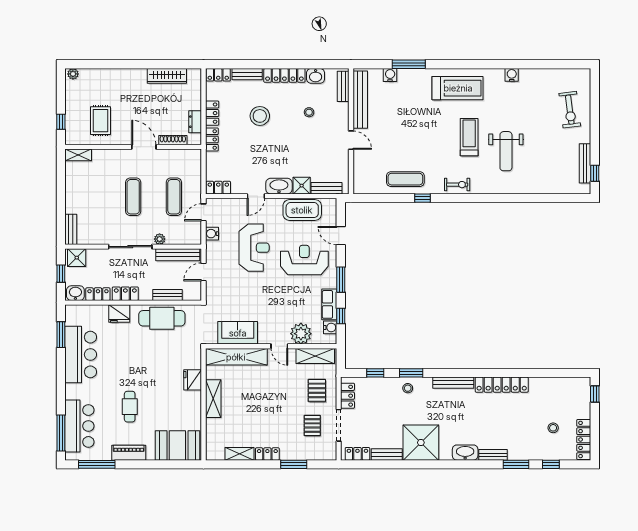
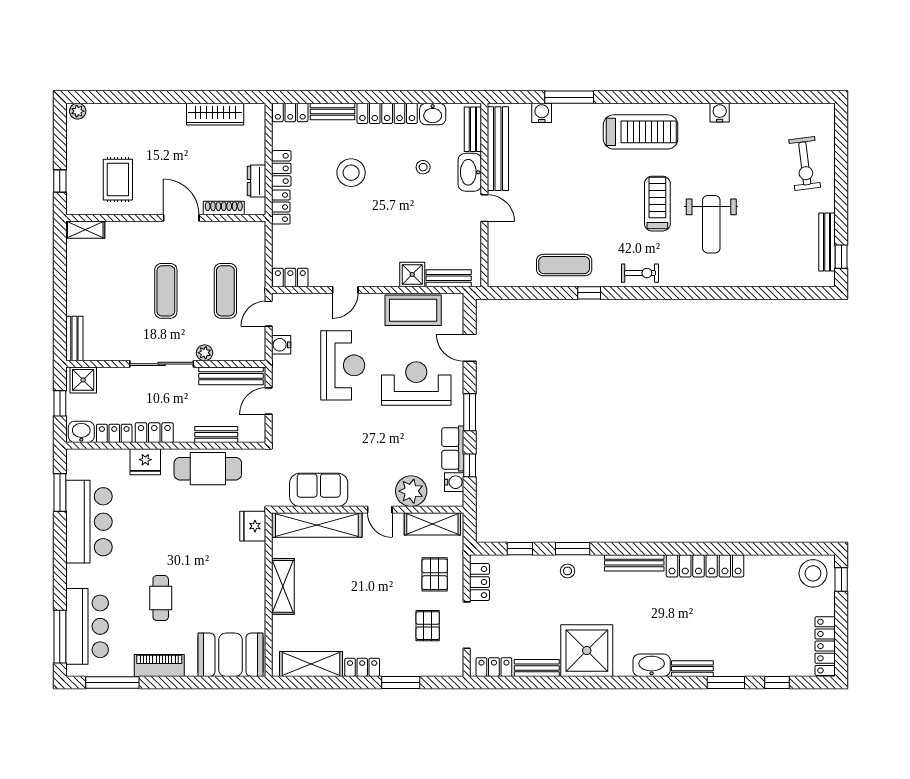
washbasin: (279, 186) -> (470, 172), moved, turned -90
fridge: (193, 380) -> (253, 526), moved
stool: (553, 428) -> (813, 573), moved, width x1.89, depth x1.89
shelving: (240, 454) -> (311, 664), width x1.50, depth x1.33

